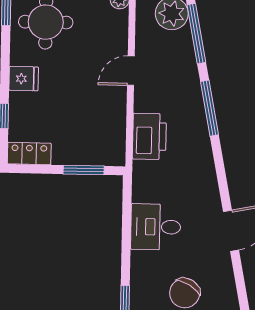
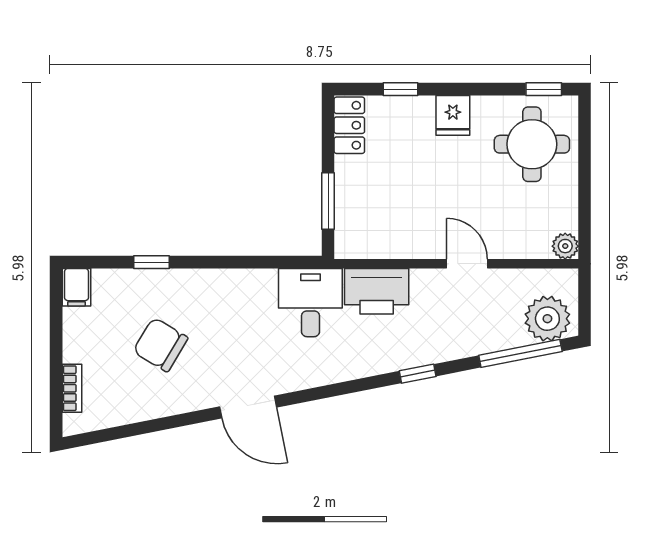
window: (209, 108) -> (418, 374), width x0.46
desk: (156, 227) -> (310, 303), moved

